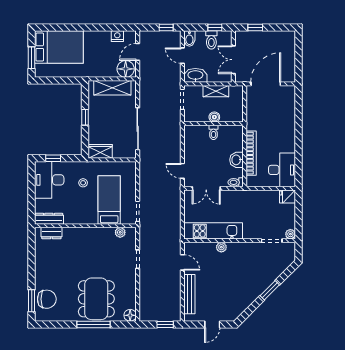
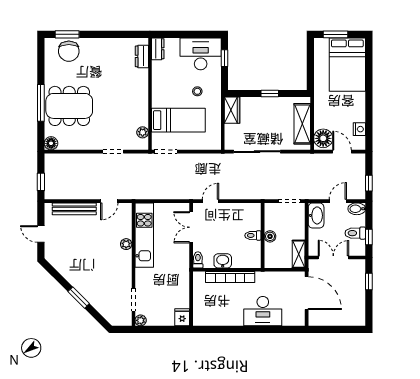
shelving: (216, 91) -> (299, 254), moved
desk: (282, 170) -> (263, 311), moved
dresser: (49, 219) -> (158, 49), width x0.70

